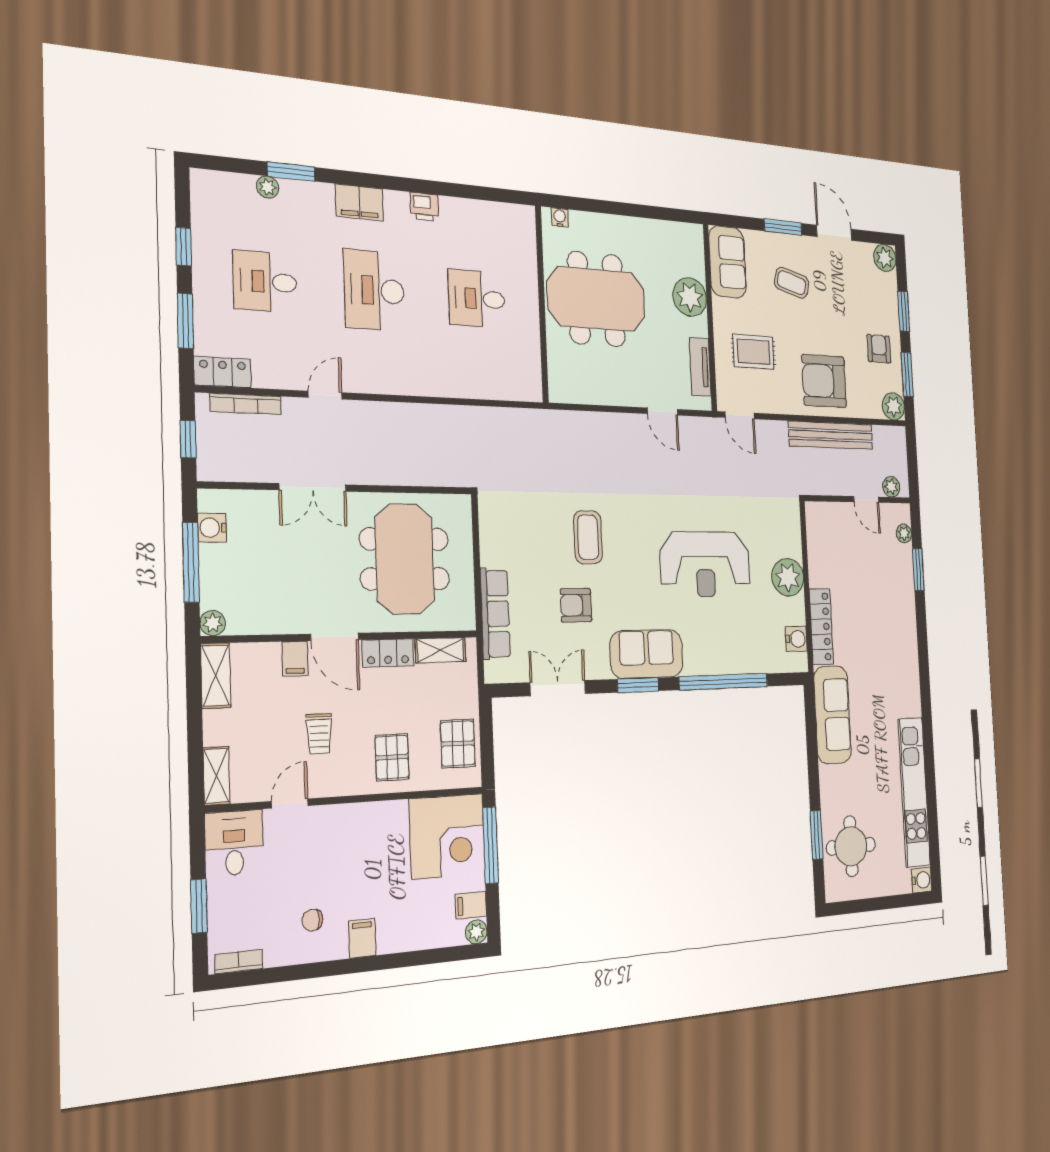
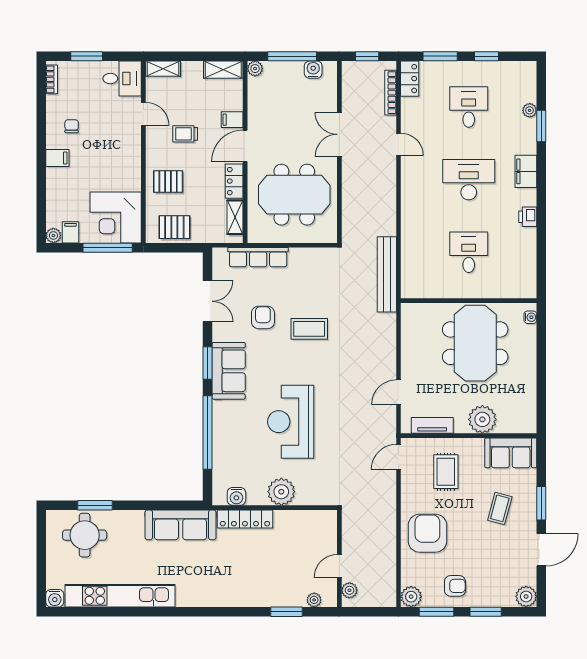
bench: (831, 435) -> (387, 274), moved

